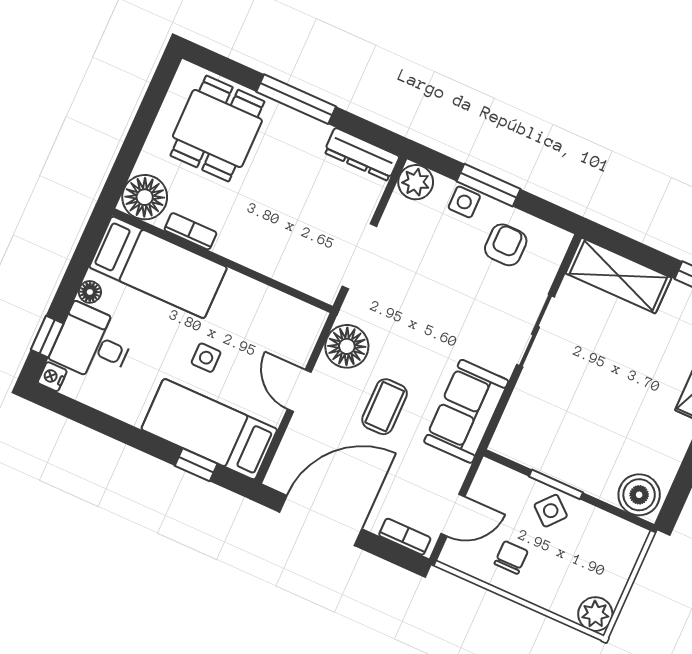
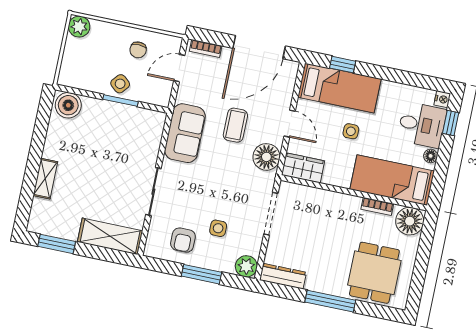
side table: (464, 202) -> (218, 228), moved
wardrobe: (293, 317) -> (303, 168), added

